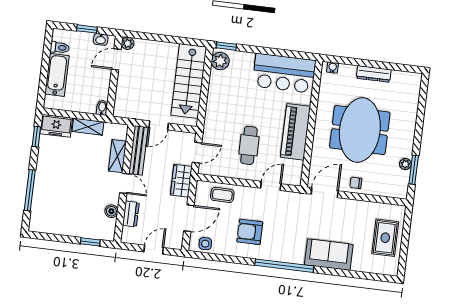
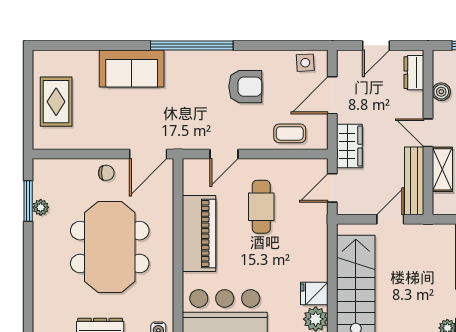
fridge: (219, 79) -> (314, 294), added
dresser: (131, 214) -> (414, 73), moved

